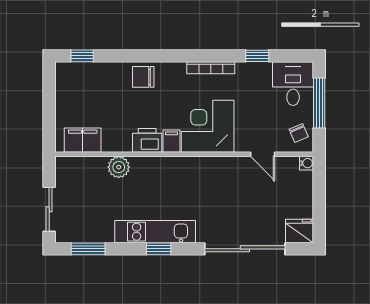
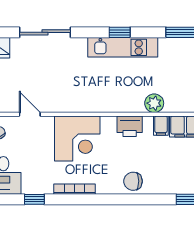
chair: (143, 77) -> (133, 181), turned 180
filing cabinet: (172, 141) -> (161, 126), moved
sliding door: (245, 249) -> (45, 32), width x0.73

